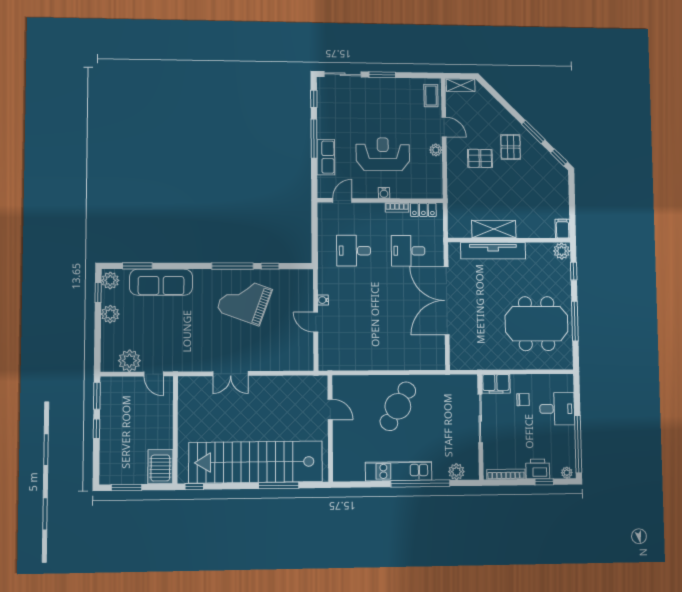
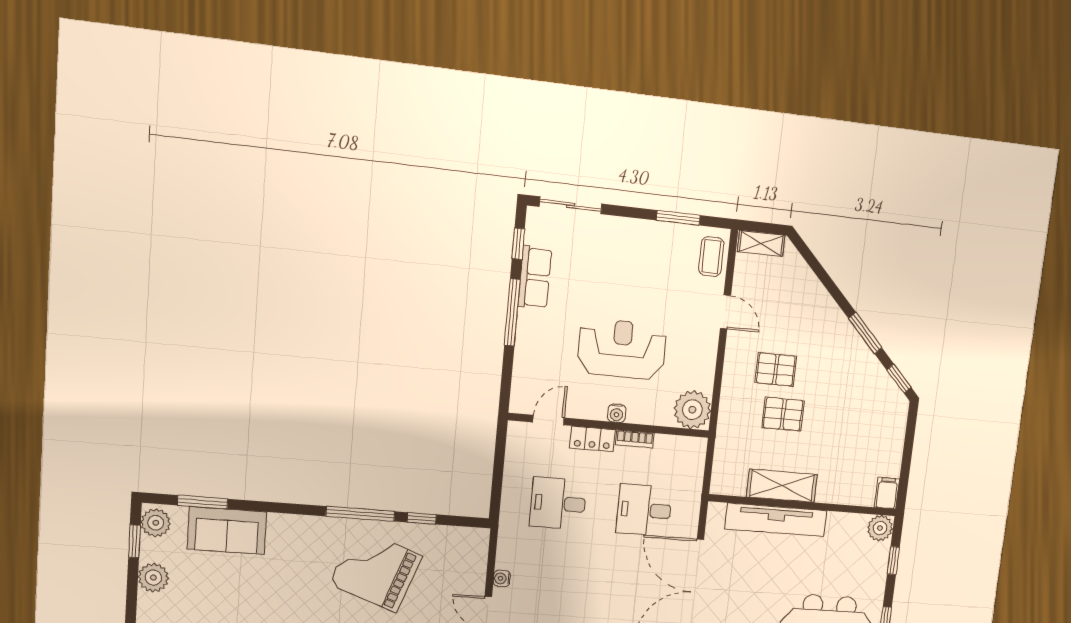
window: (382, 75) -> (678, 218), moved
pallet: (511, 147) -> (783, 414), moved, turned 90
plant: (436, 150) -> (692, 410), moved, width x1.88, depth x1.88
row of seats: (326, 157) -> (535, 277), moved
locker: (423, 210) -> (592, 439), moved
sofa: (161, 282) -> (227, 531), width x0.73

